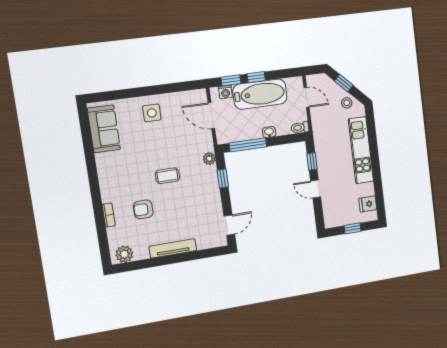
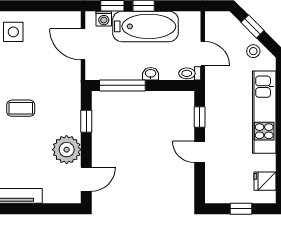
door: (307, 97) -> (203, 54), moved
plant: (209, 159) -> (67, 150), moved, width x1.87, depth x1.87

